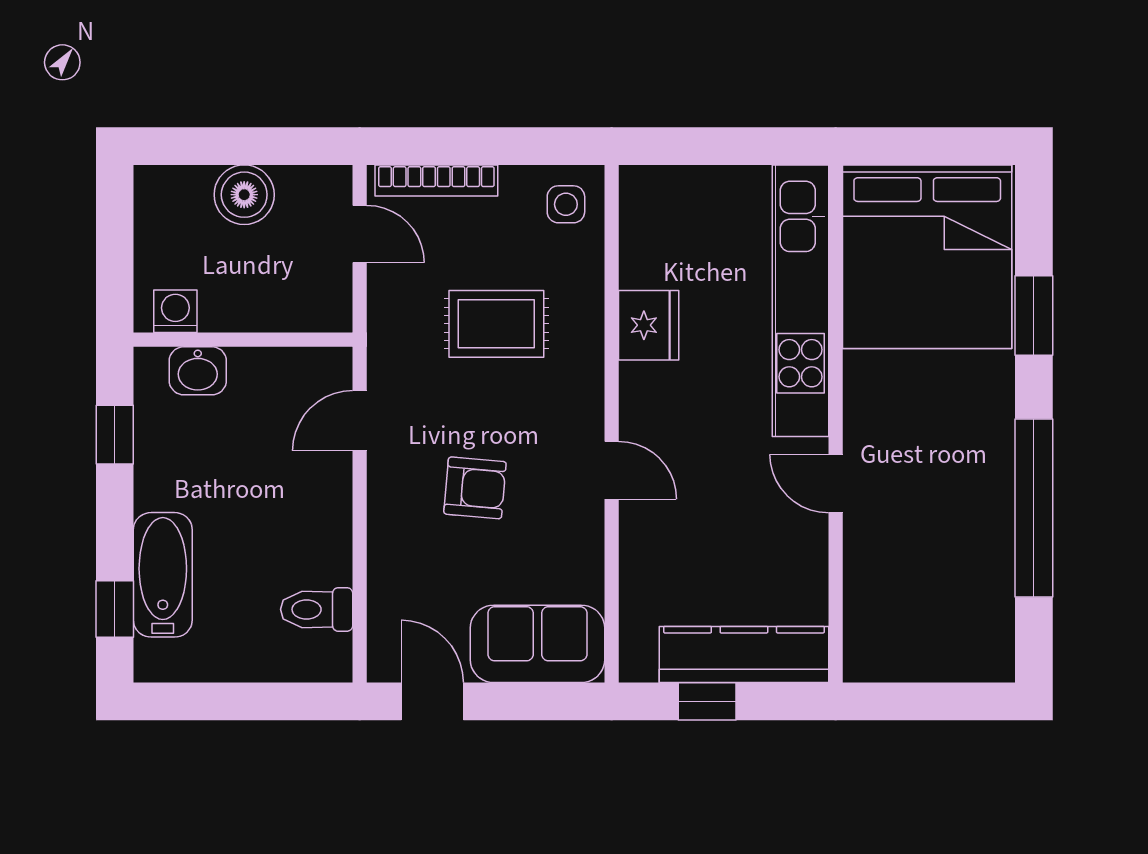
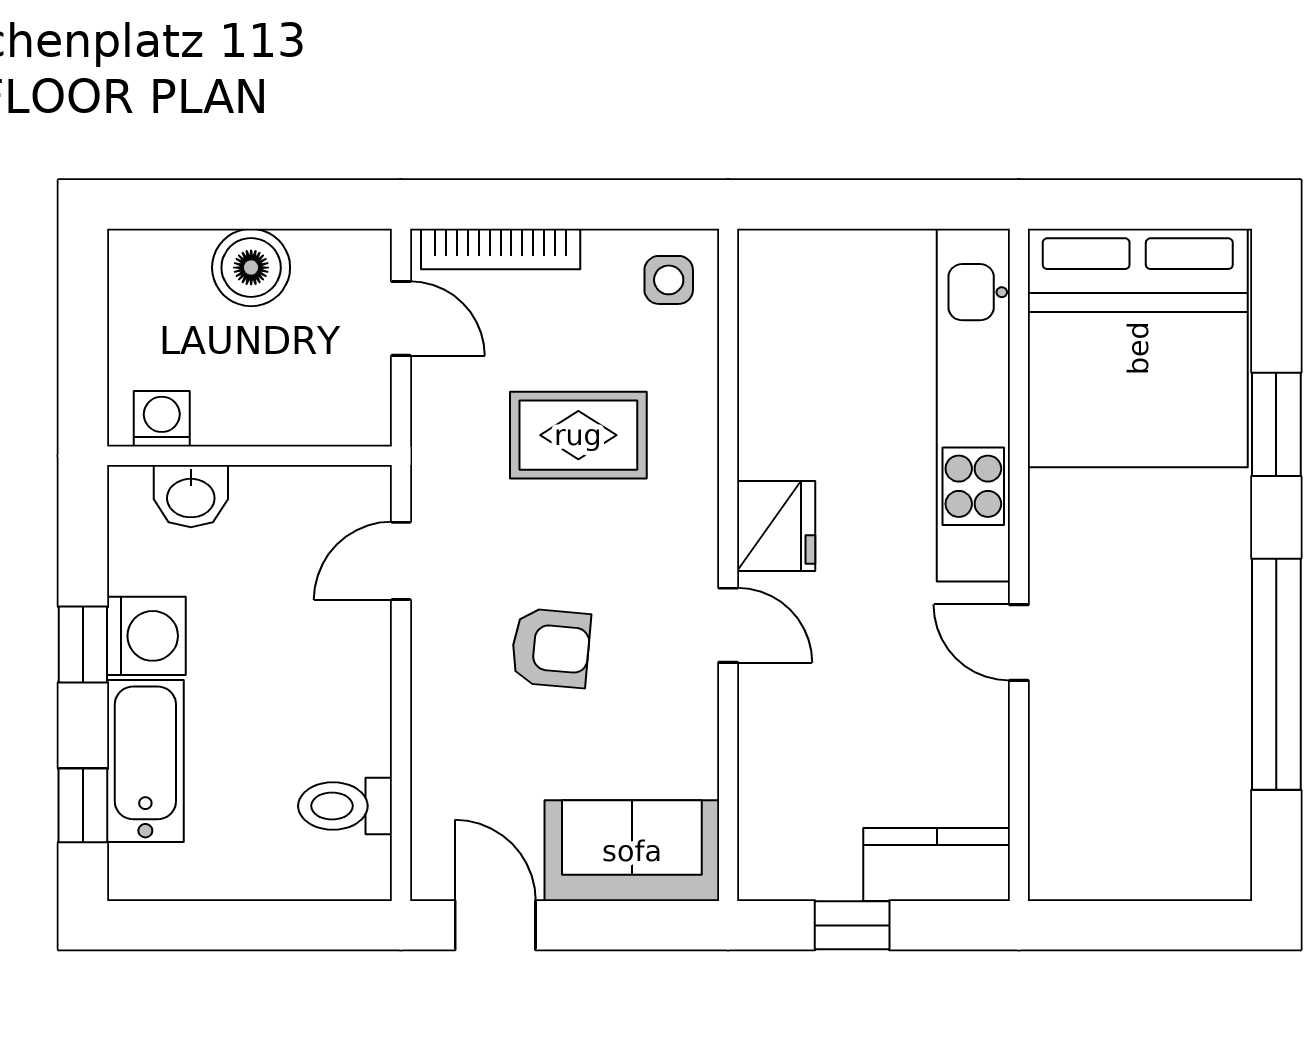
fridge: (649, 325) -> (776, 526), moved
window: (115, 435) -> (83, 645), moved
washing machine: (164, 478) -> (146, 636), added
kitchen counter: (744, 654) -> (937, 864), width x0.67

